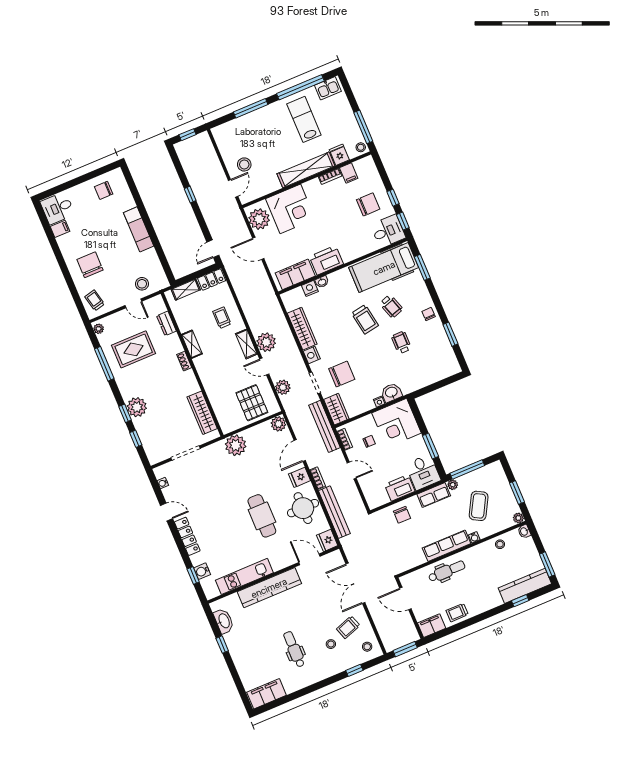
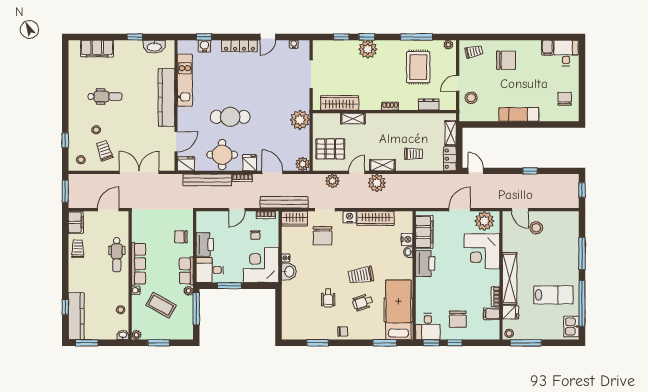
wheelchair: (401, 342) -> (328, 298), turned 90
shelving: (192, 344) -> (353, 119), moved
filing cabinet: (267, 694) -> (97, 48), moved, turned 90

